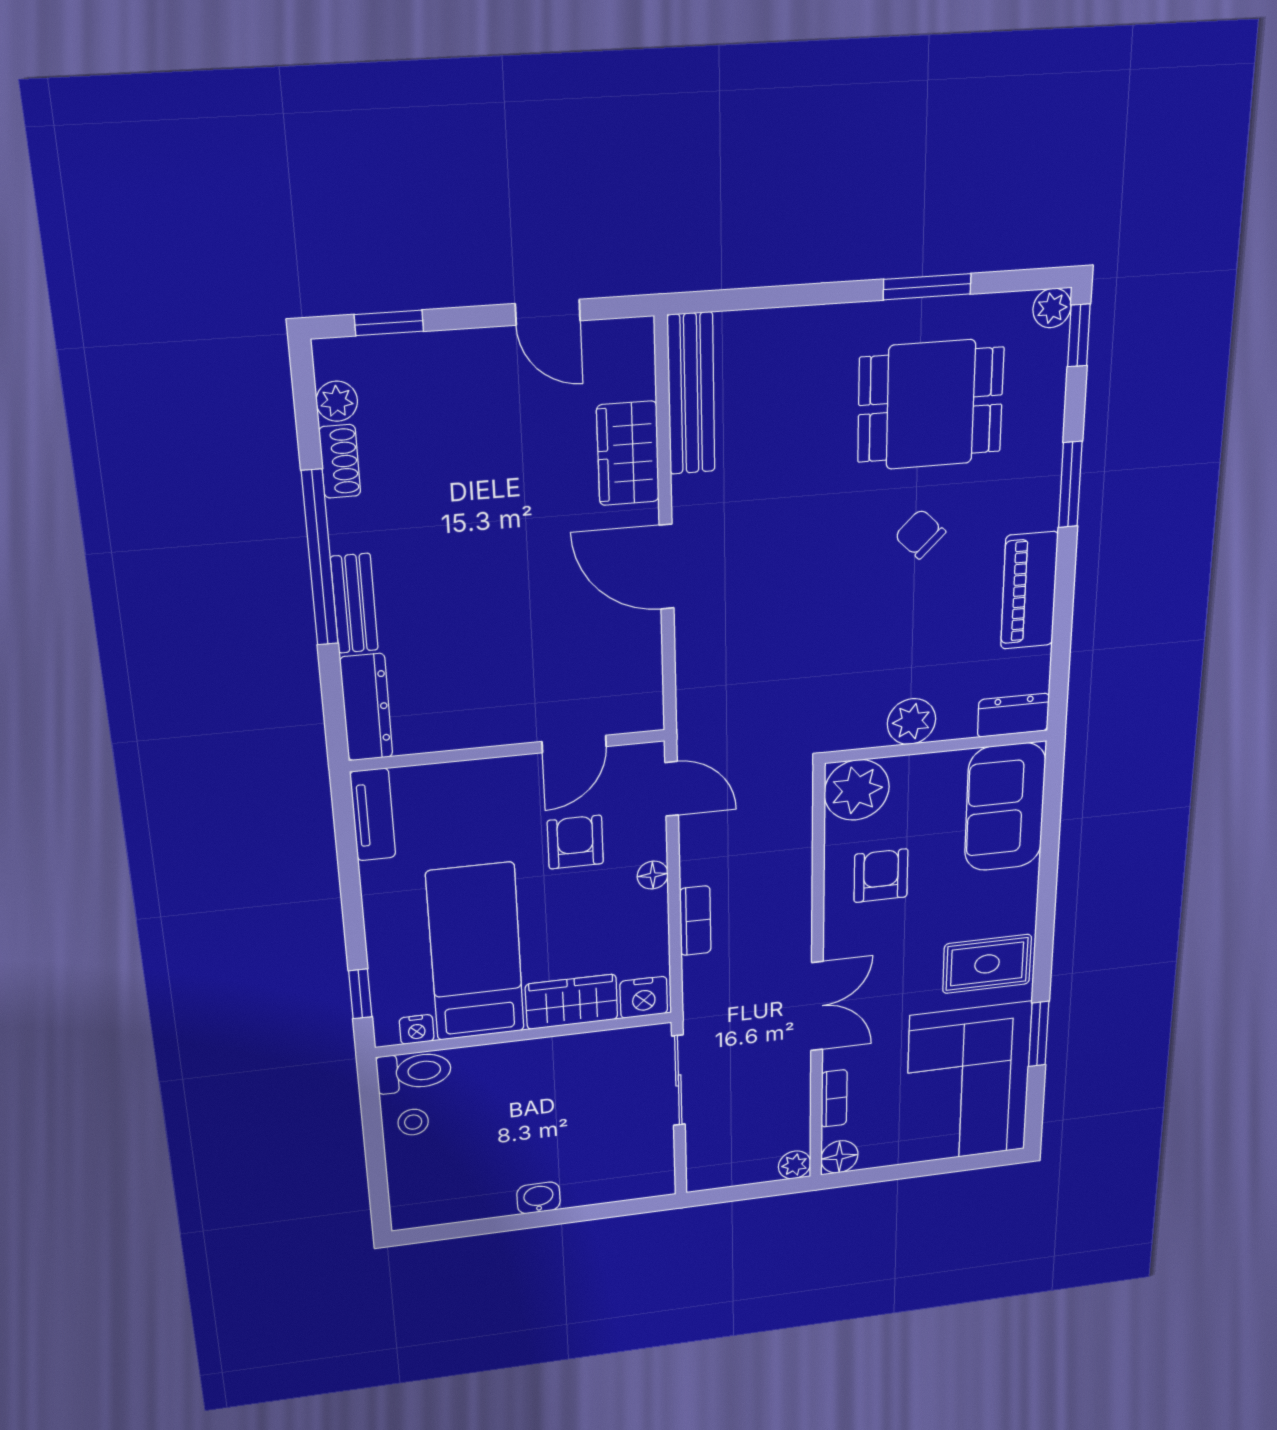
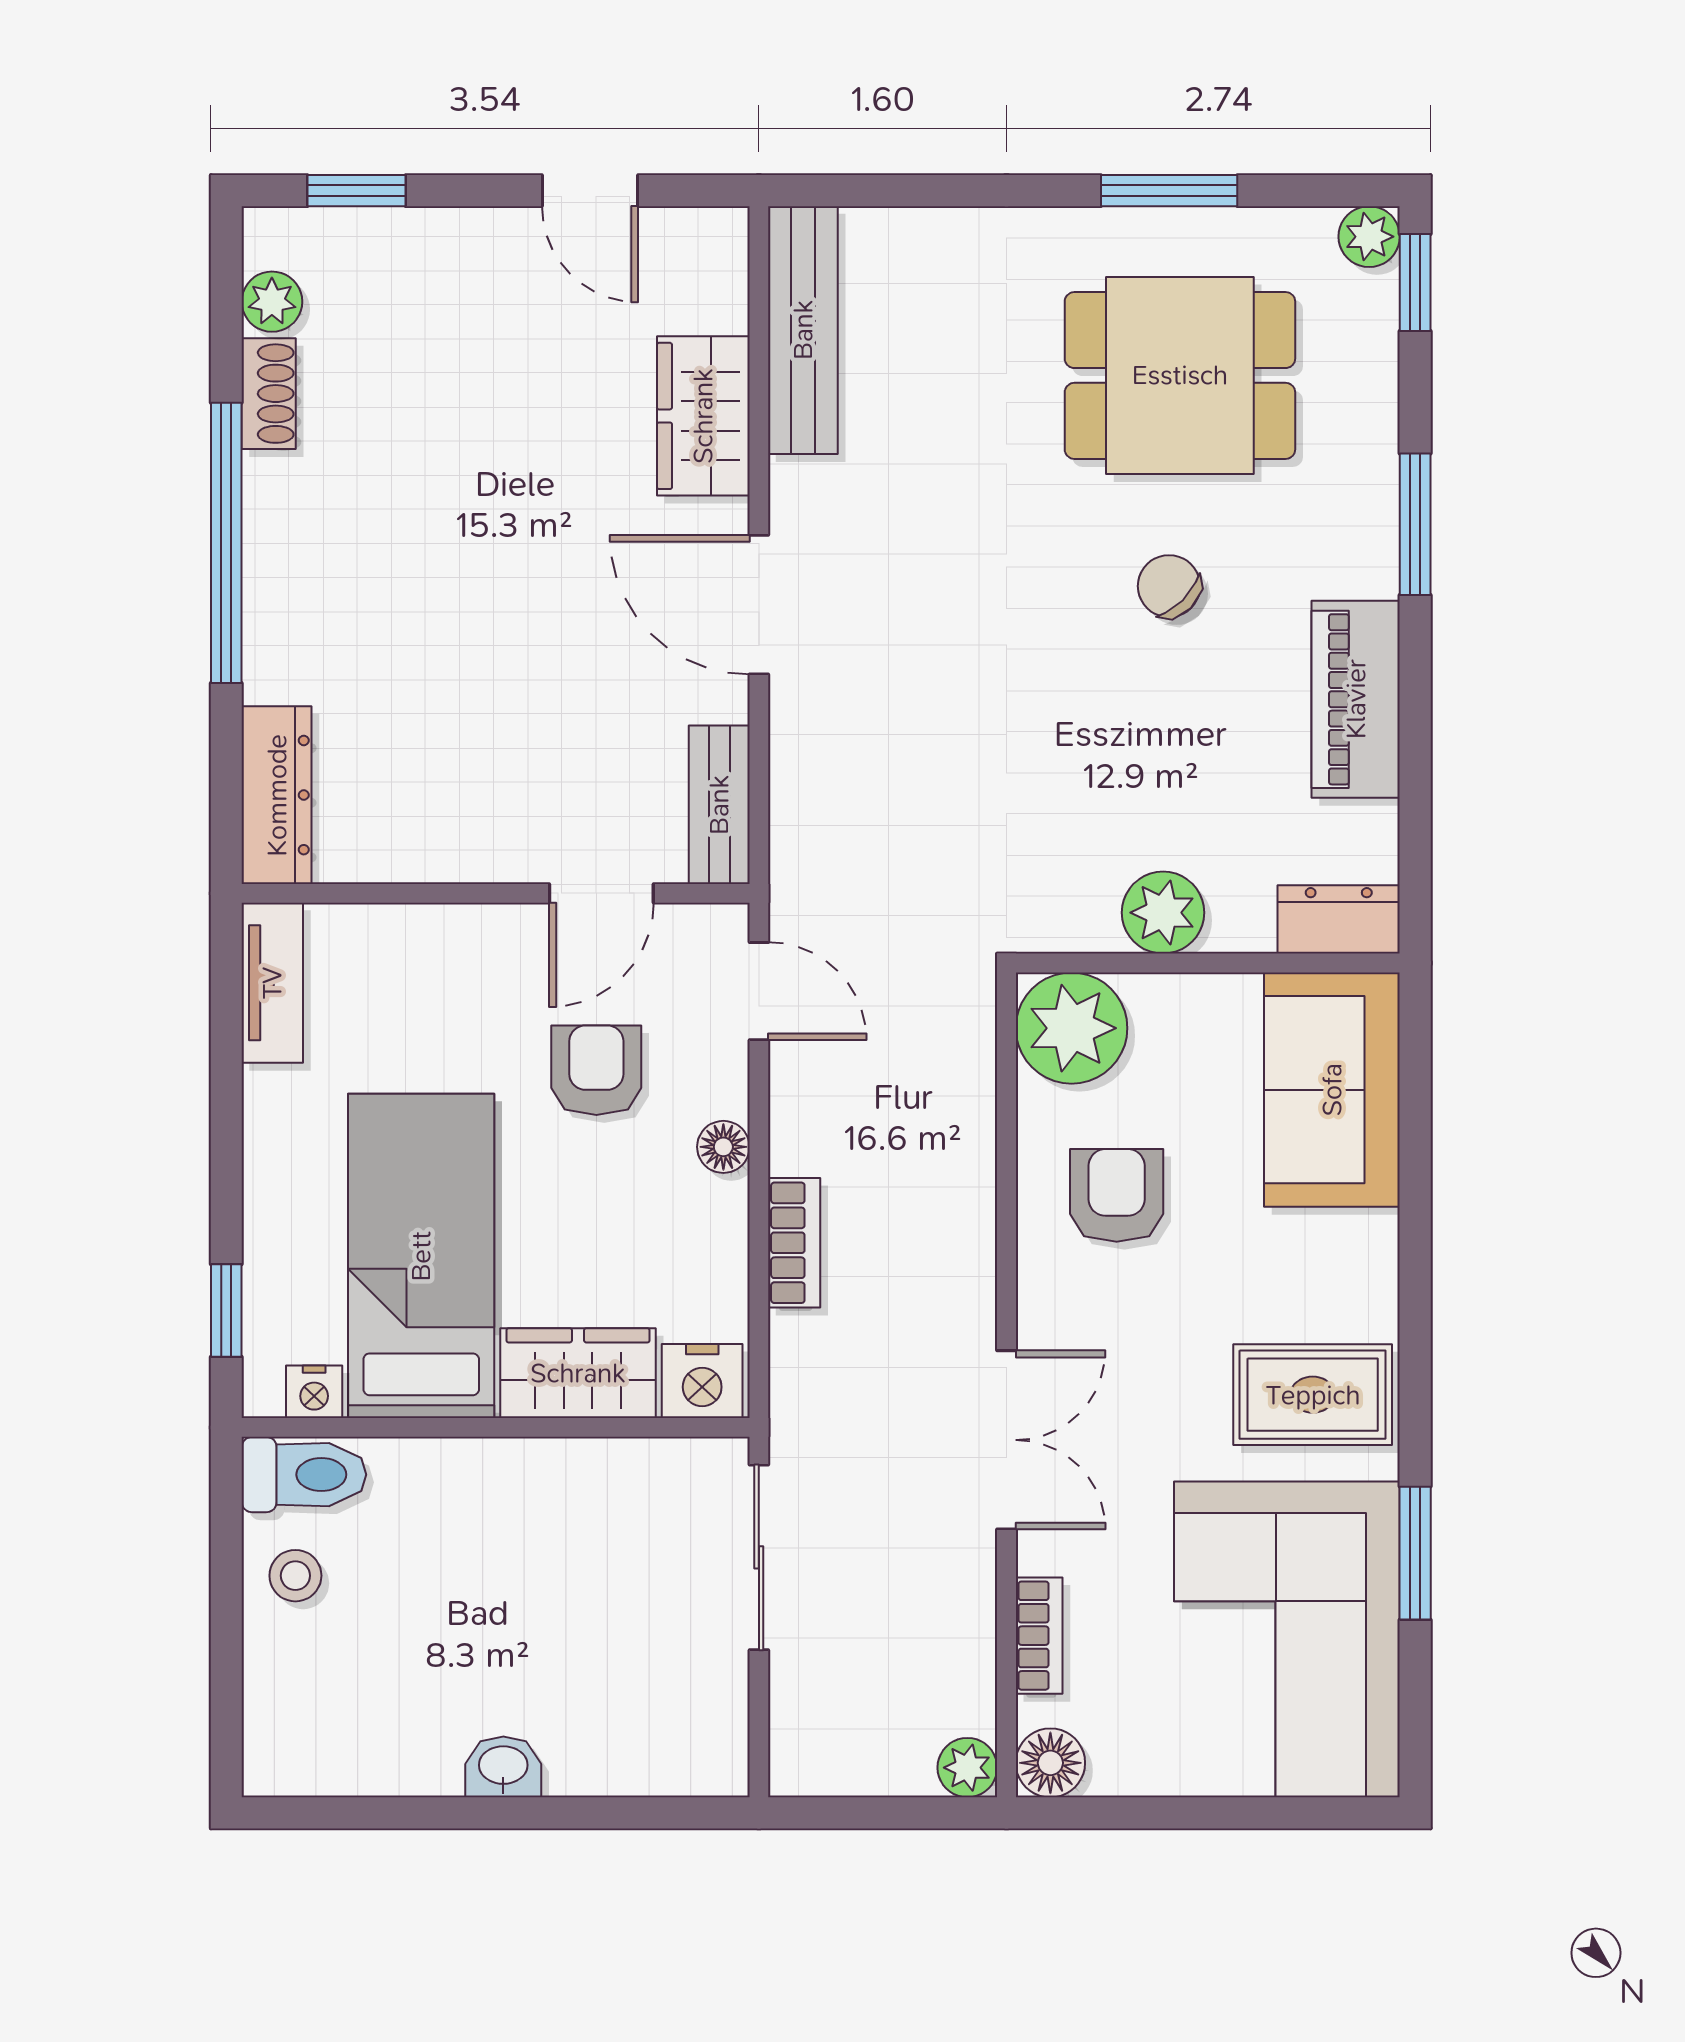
bench: (354, 603) -> (719, 805), moved

